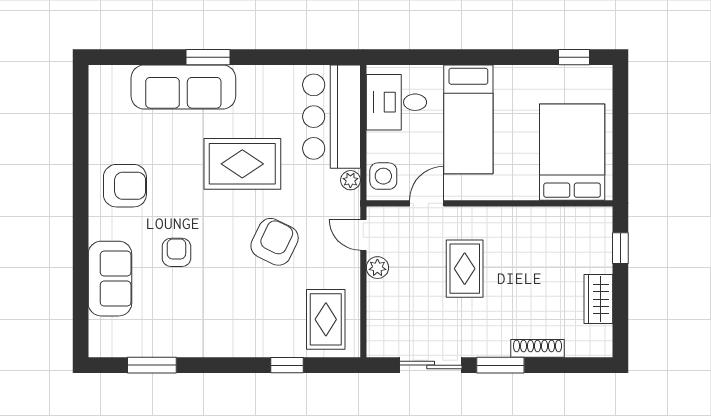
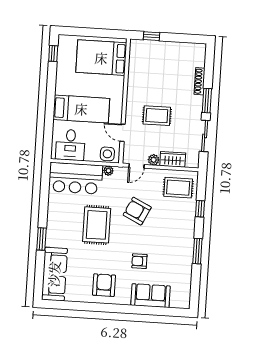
sofa: (183, 87) -> (54, 274), moved
wardrobe: (598, 299) -> (173, 159), moved, turned 180
window: (152, 365) -> (197, 251), moved

